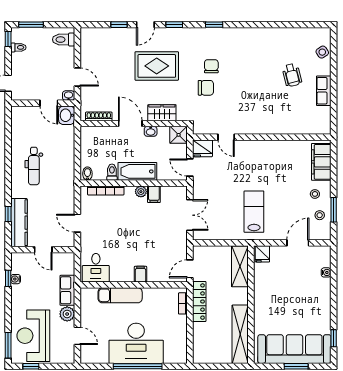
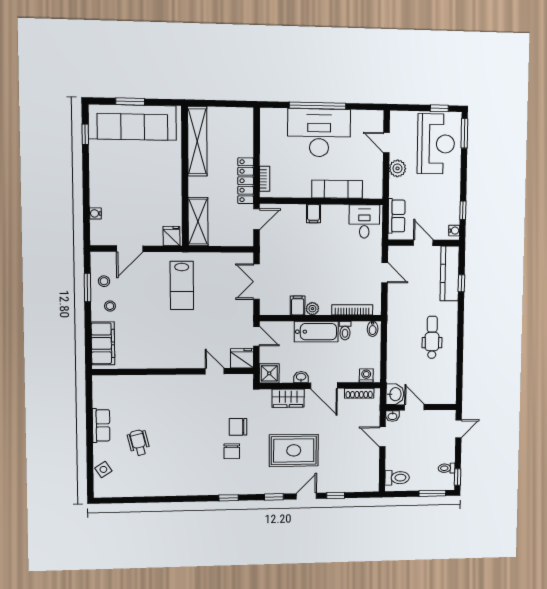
washing machine: (93, 132) -> (366, 375), added
water cooler: (16, 279) -> (454, 231), moved
row of seats: (67, 290) -> (397, 216), moved

